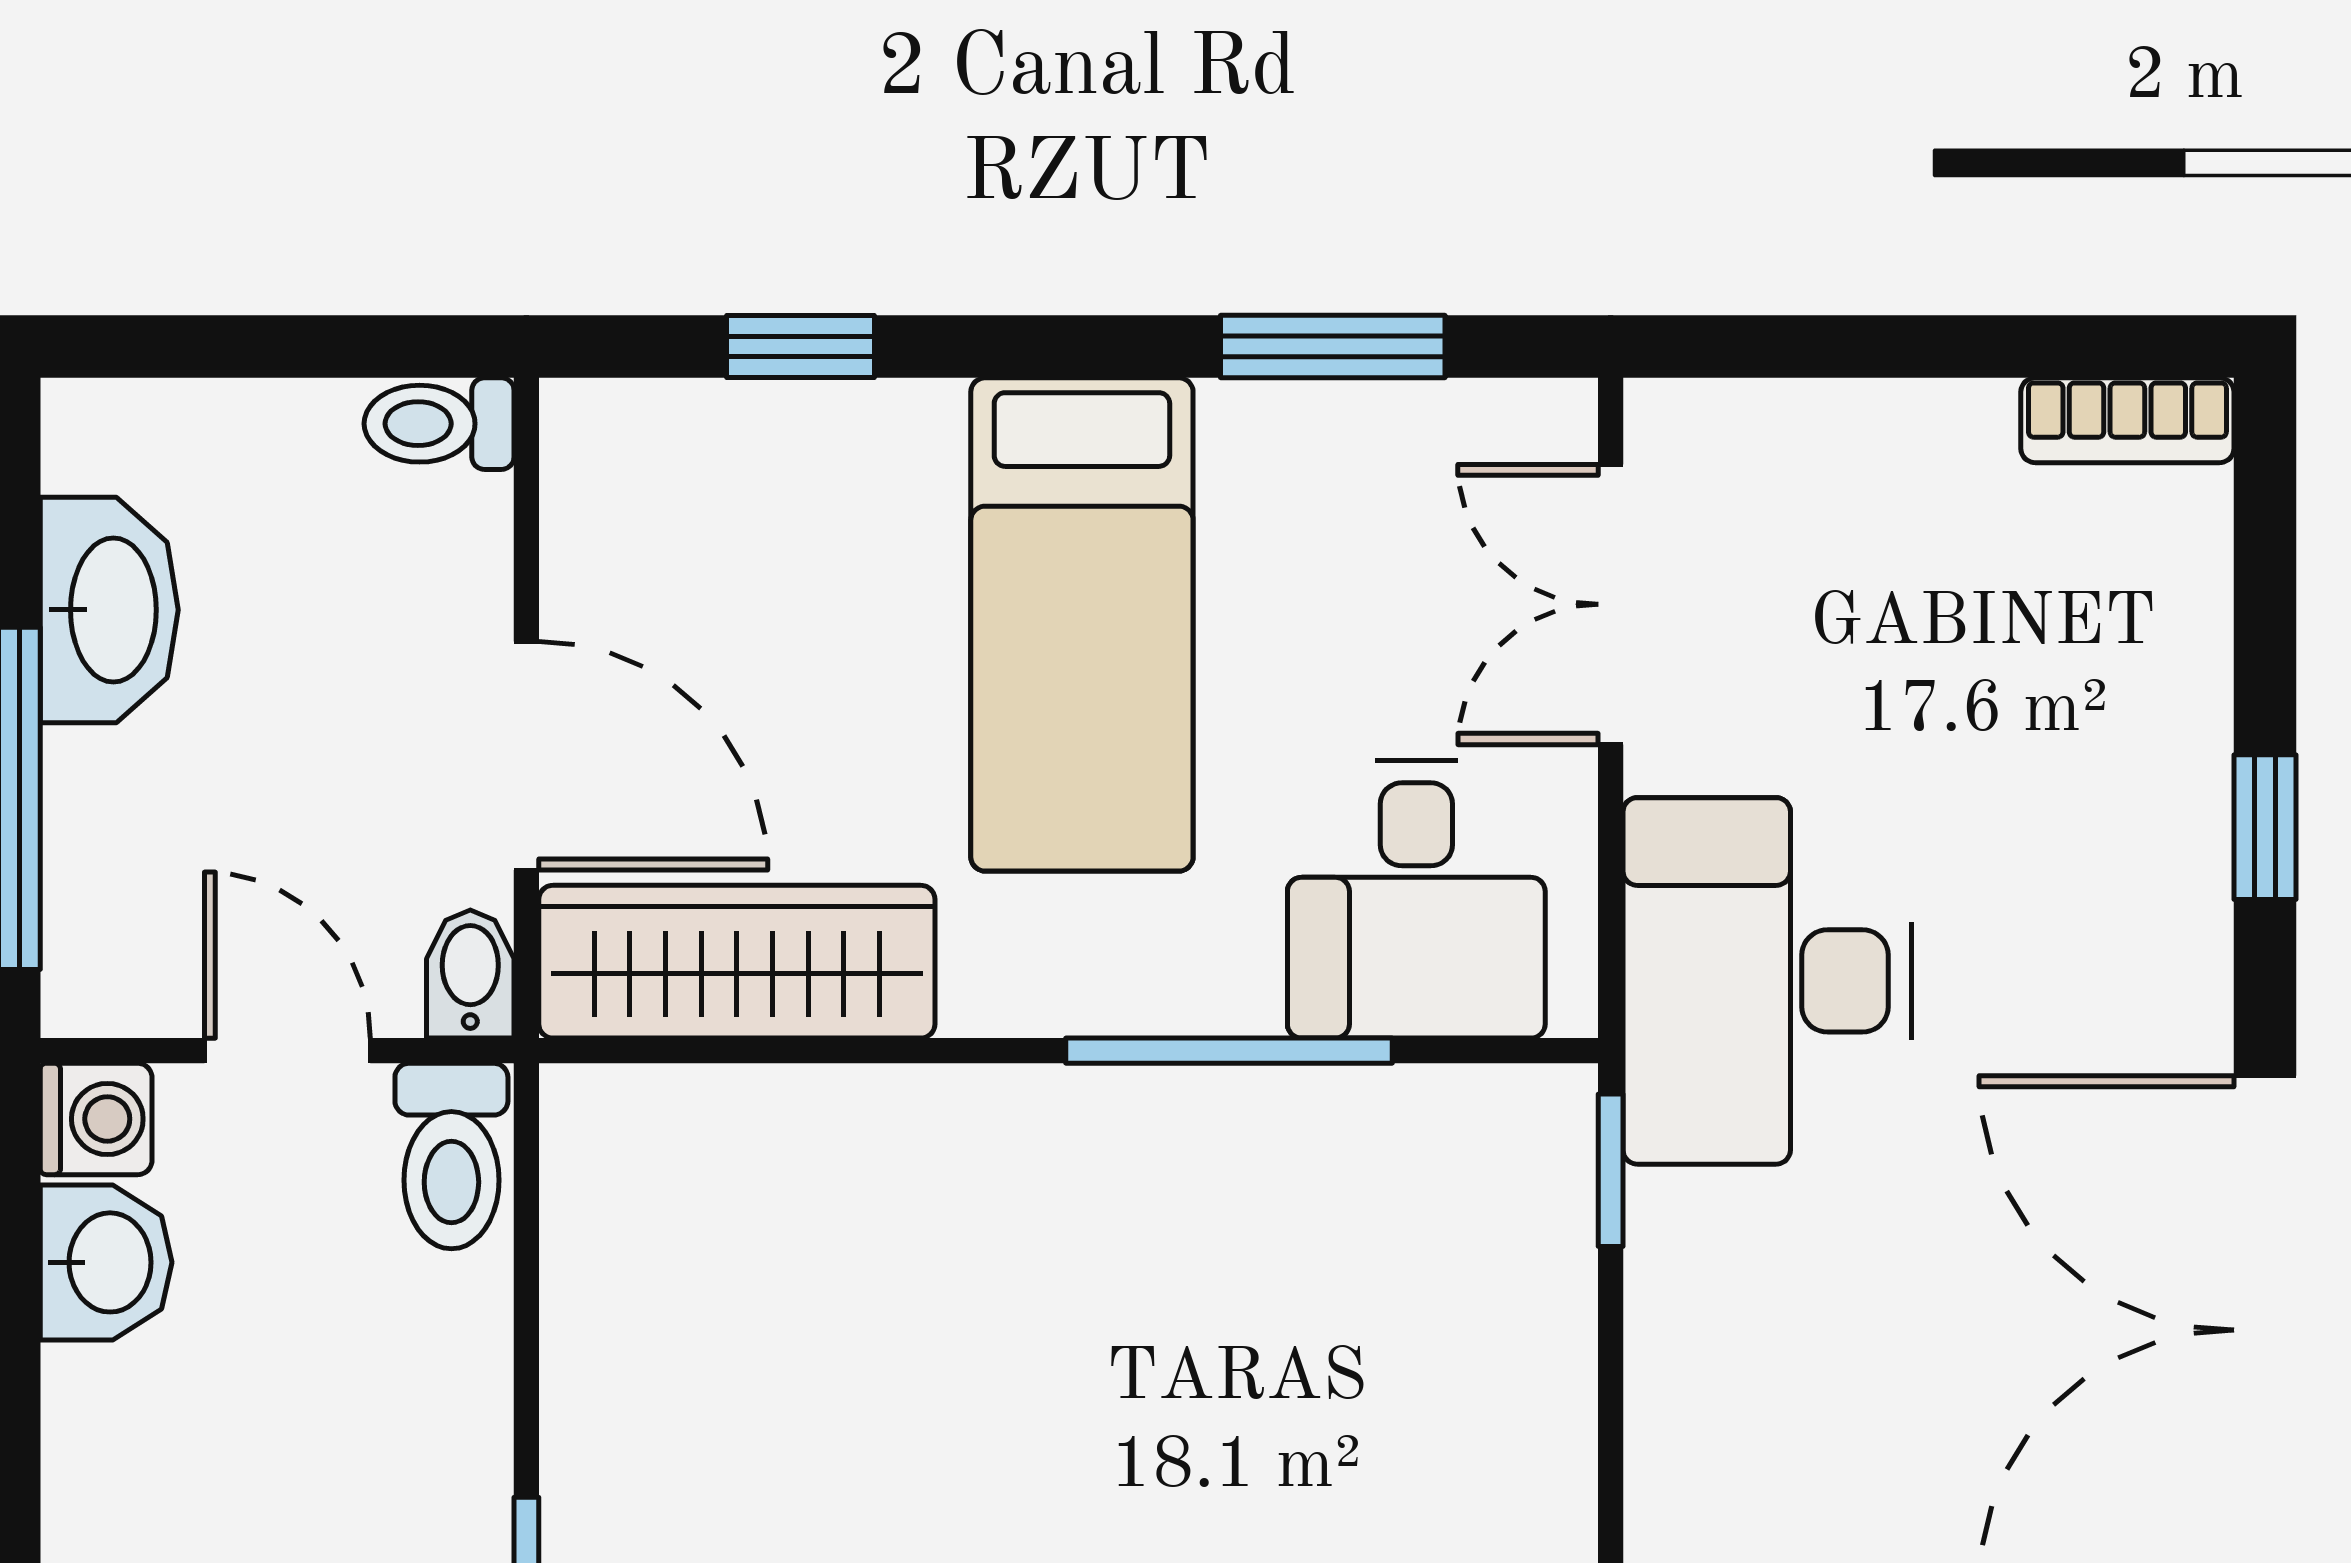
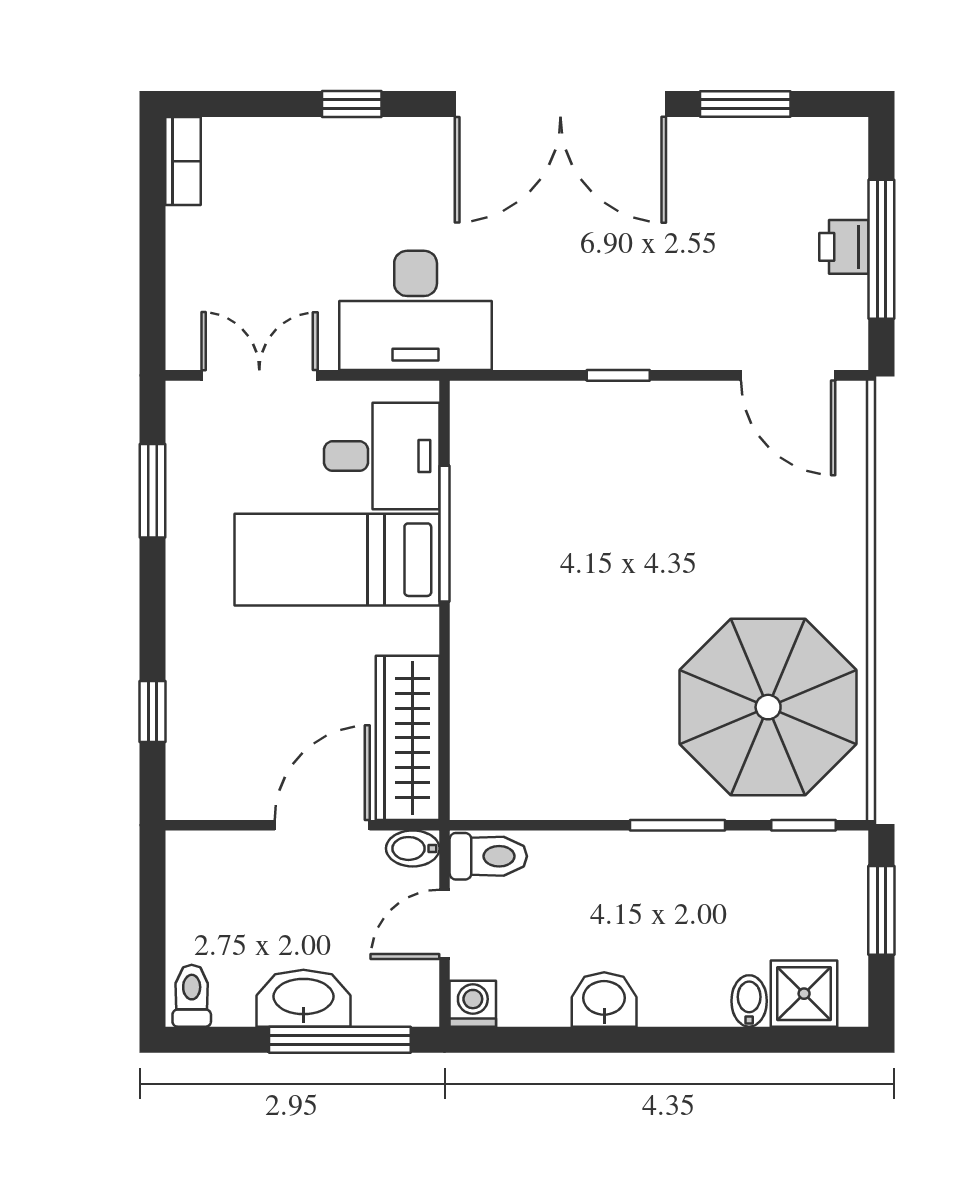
toilet: (439, 424) -> (192, 996), moved, turned 180
double door: (1611, 604) -> (259, 375), swing flipped
washbasin: (109, 610) -> (303, 998), moved
bed: (1082, 624) -> (337, 560), moved, turned 180
window: (1611, 1170) -> (618, 375), moved
washbasin: (106, 1262) -> (604, 1000), moved

